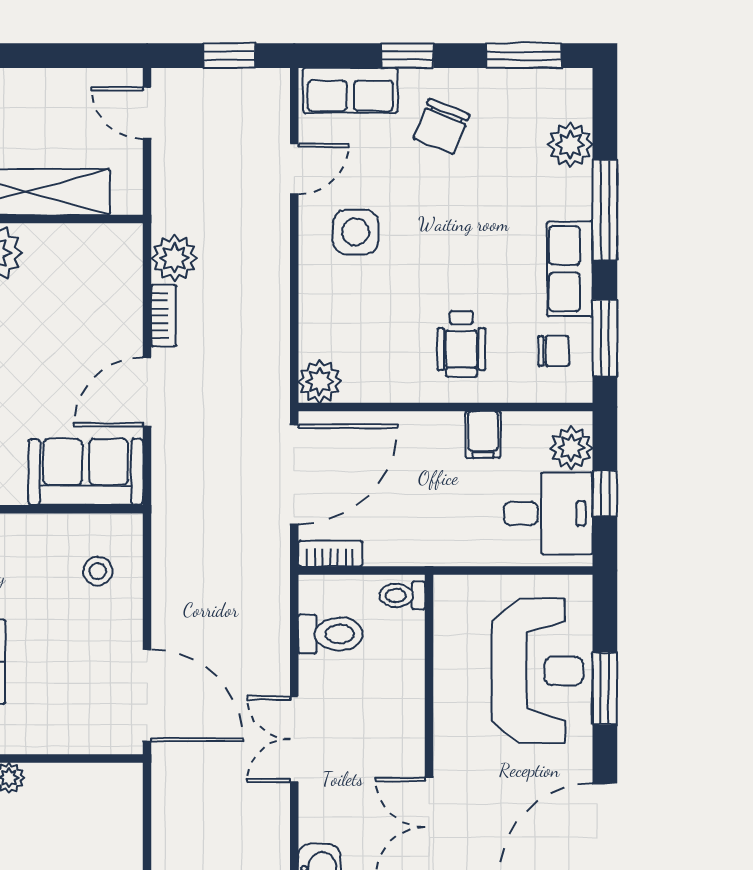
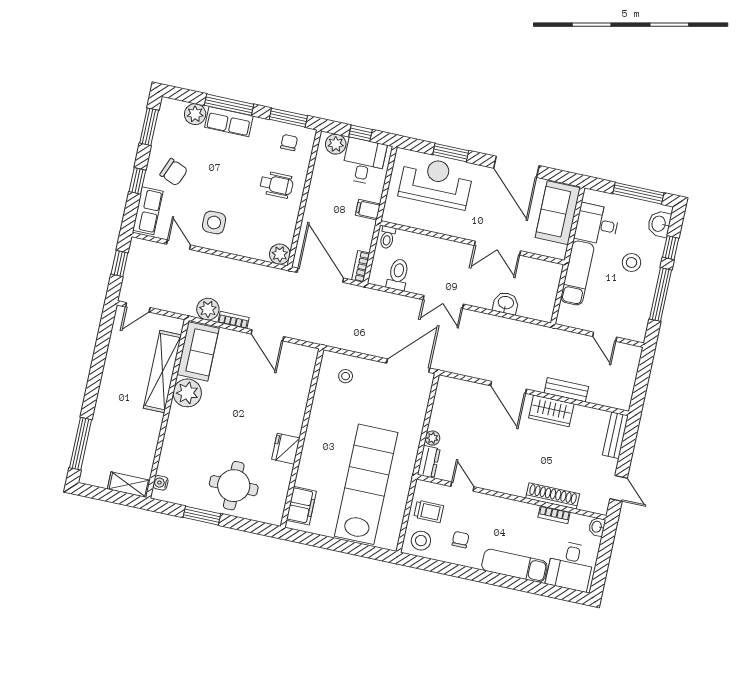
row of seats: (570, 269) -> (229, 122), moved
filing cabinet: (483, 434) -> (368, 210), moved, turned 180
sofa: (86, 472) -> (198, 351), moved, turned 180

